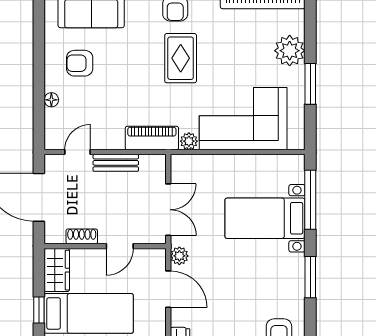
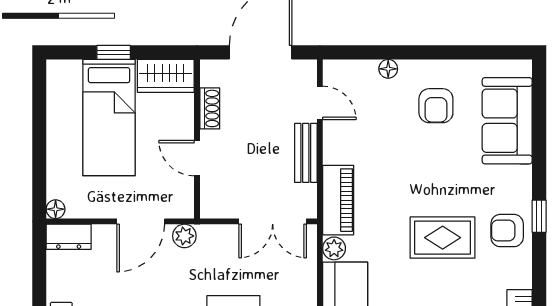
armchair: (80, 63) -> (436, 106), turned 180
double door: (168, 210) -> (273, 221), moved

